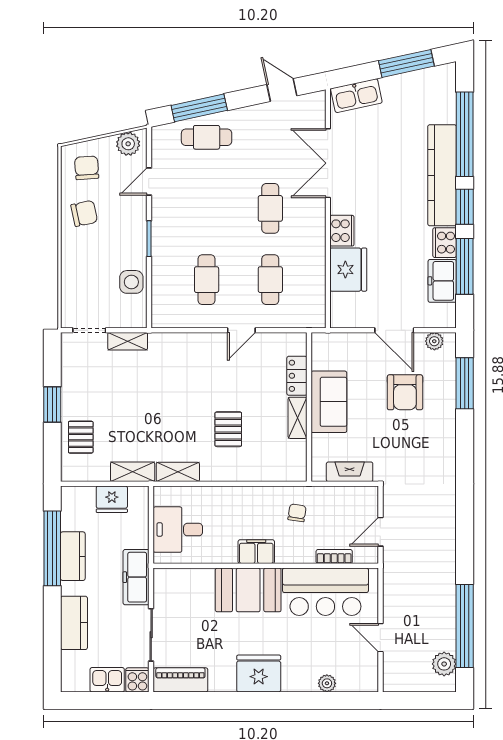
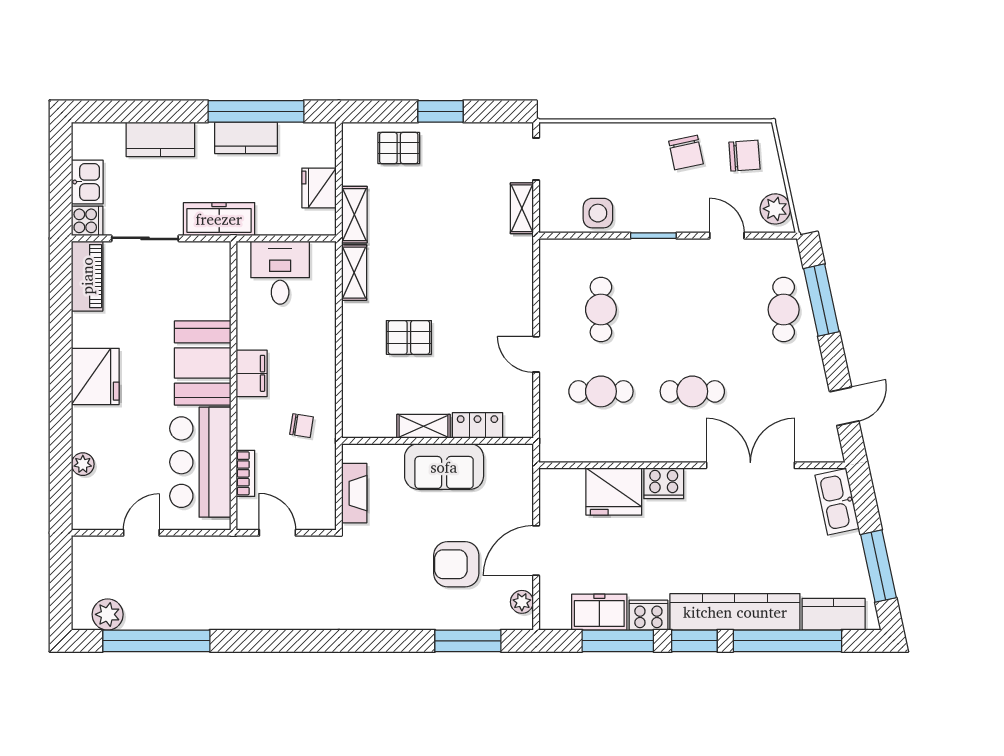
kitchen counter: (444, 98) -> (834, 614), added
cafe table: (207, 280) -> (601, 310), turned 90

